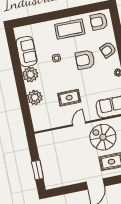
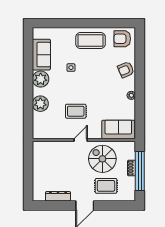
armchair: (85, 60) -> (100, 75), removed
window: (38, 170) -> (28, 179), removed
dresser: (69, 180) -> (58, 196), added

